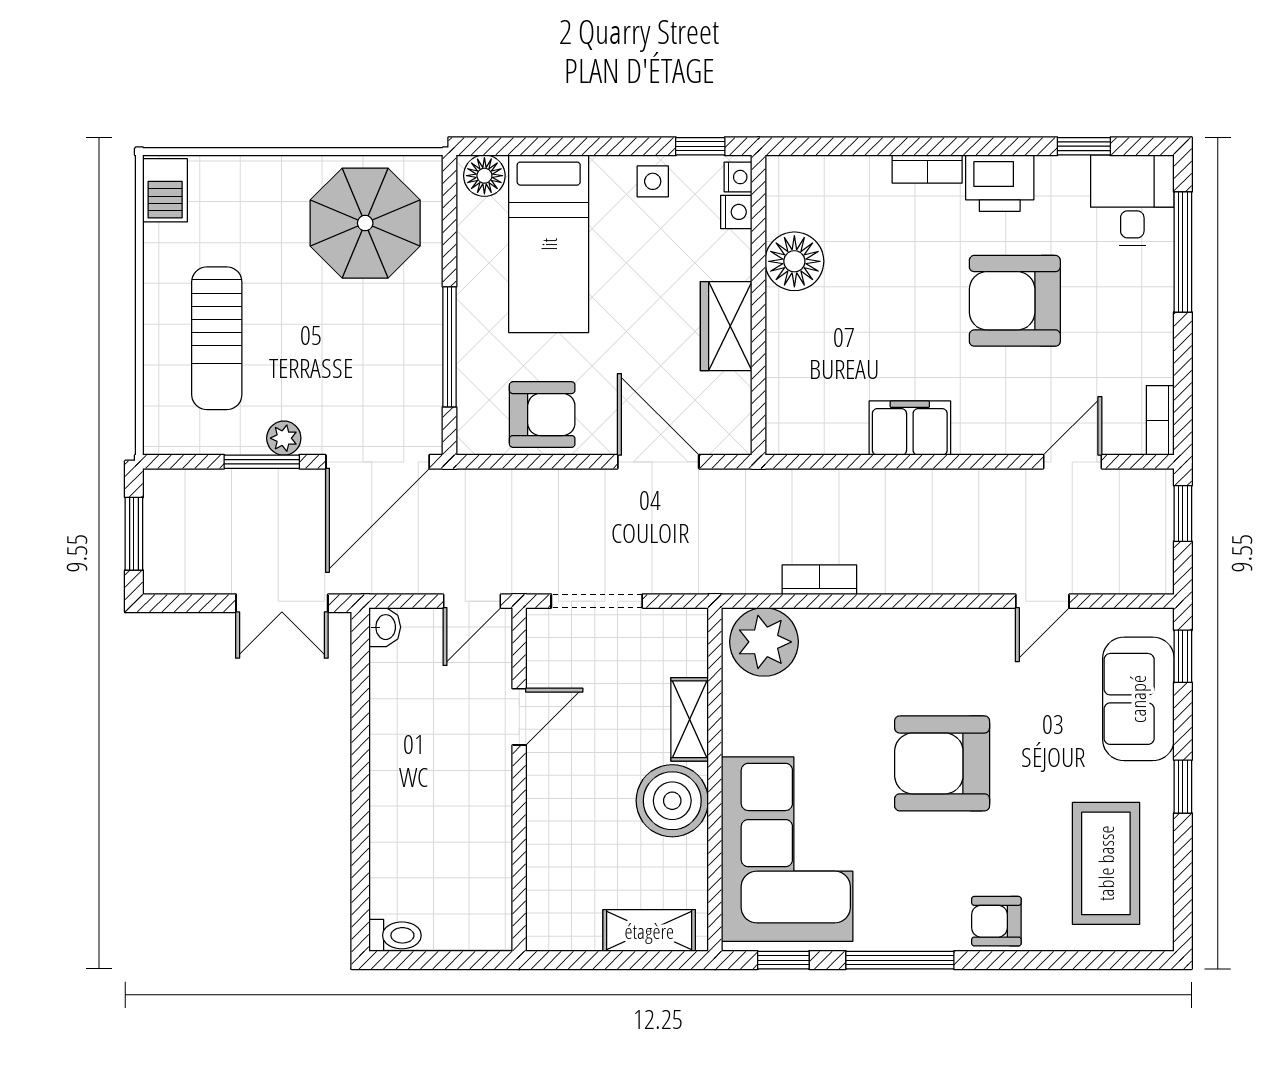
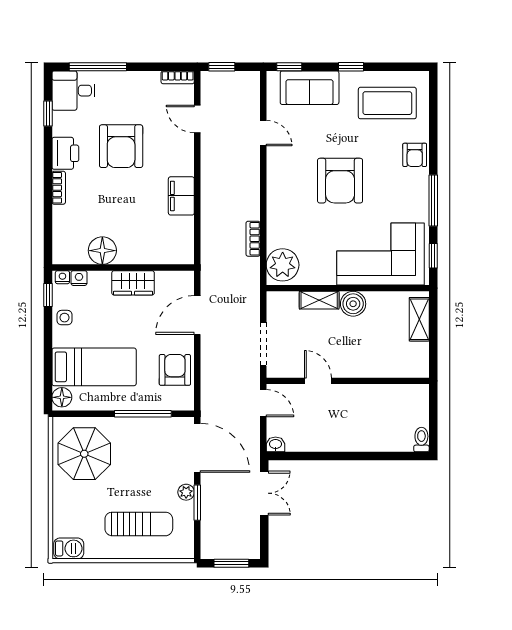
boiler: (672, 801) -> (353, 304), width x0.73, depth x0.73

